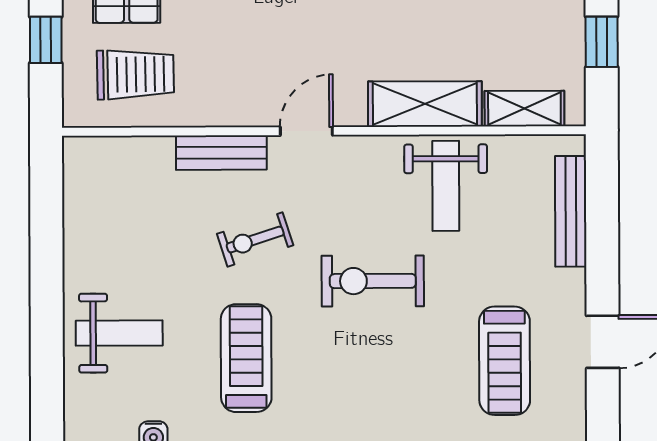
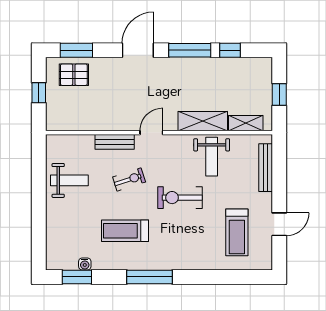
trolley: (135, 74) -> (78, 108), removed
exercise bike: (255, 239) -> (129, 179), turned 180
weight bench: (119, 333) -> (69, 180), moved
treadmill: (246, 358) -> (125, 231), turned -90

